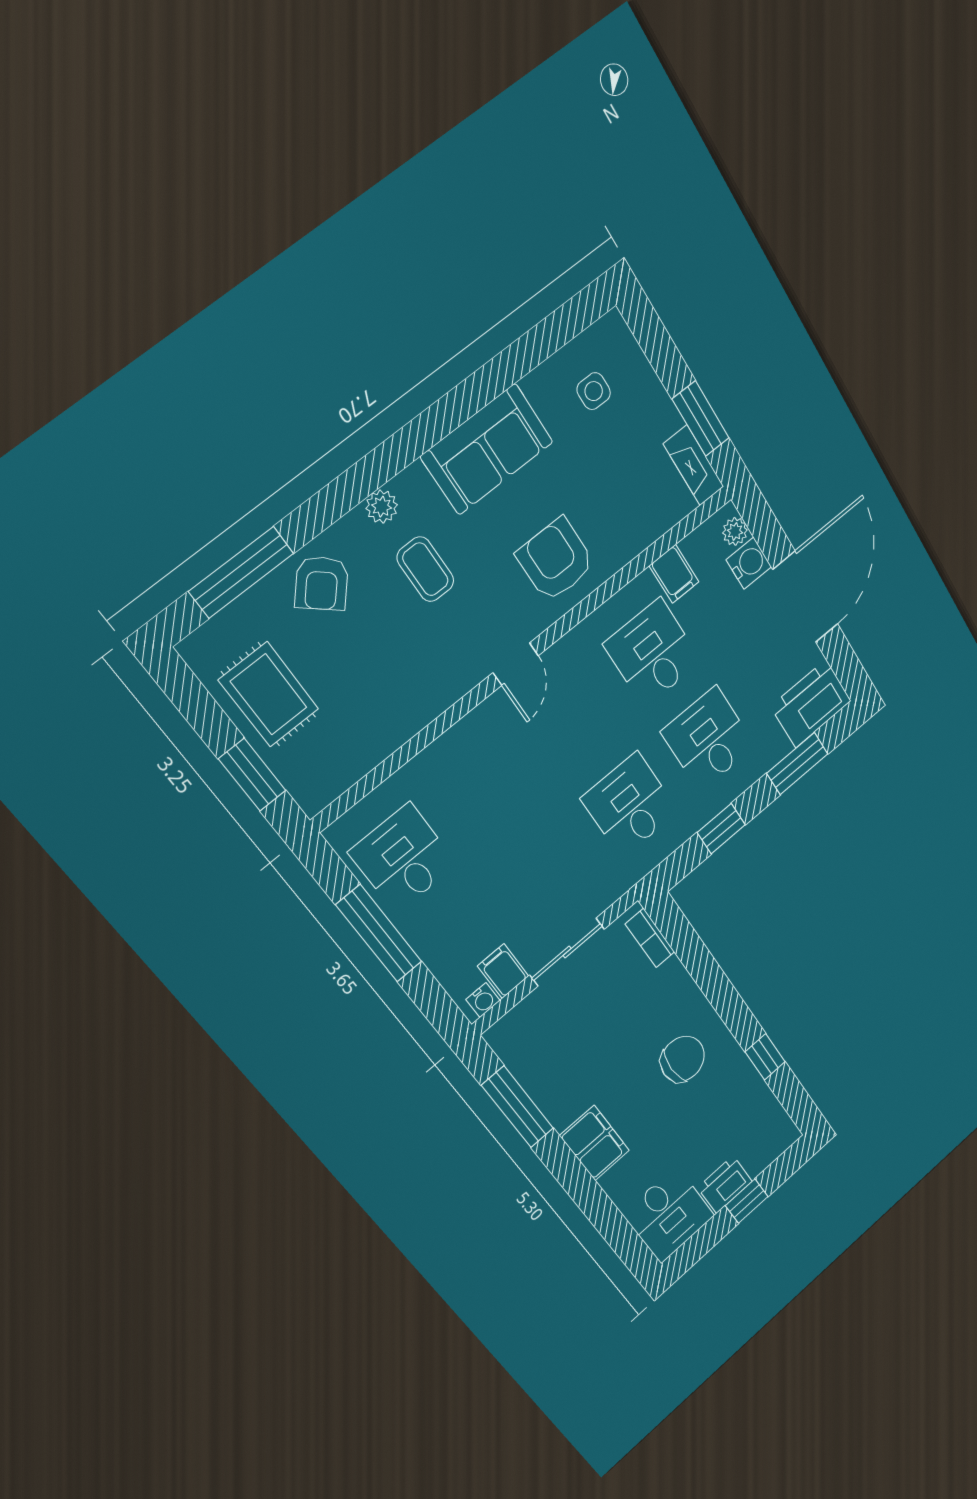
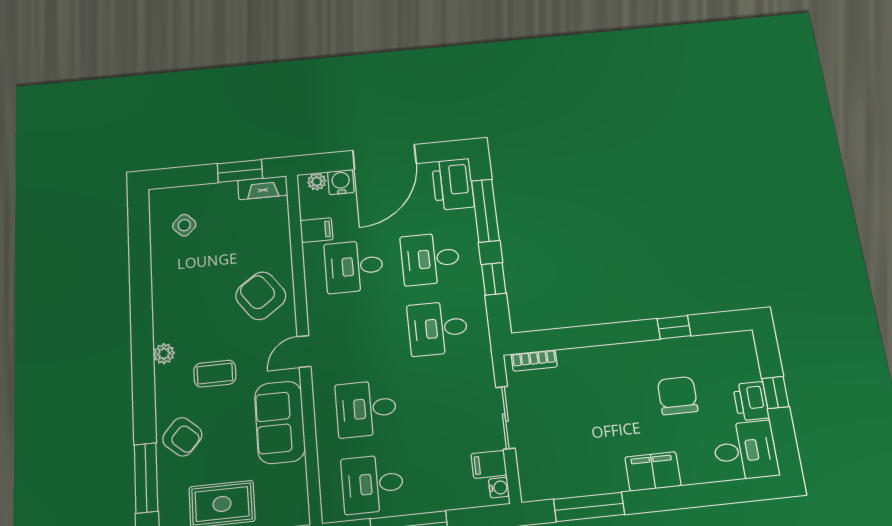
side table: (594, 391) -> (184, 225), turned 45
sofa: (487, 449) -> (280, 422), moved, turned 180
plant: (382, 507) -> (164, 354), moved
armchair: (556, 560) -> (261, 296), turned 54
door: (806, 597) -> (385, 157), swing flipped
door: (516, 664) -> (304, 351), swing flipped
window: (797, 764) -> (485, 211), width x1.44
desk: (488, 788) -> (366, 409), added
chair: (683, 1059) -> (678, 396), moved

